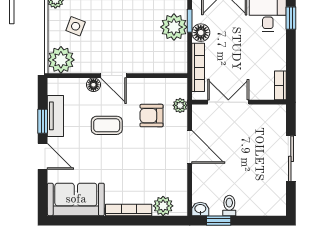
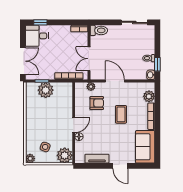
floor lamp: (201, 33) -> (49, 75), removed
armchair: (152, 116) -> (97, 103), turned -90
toilet: (277, 119) -> (99, 30), added
window: (43, 121) -> (100, 166), removed
coffee table: (107, 125) -> (121, 114), moved
door: (190, 147) -> (115, 81), hinge flipped
door: (43, 156) -> (120, 166), swing flipped
sliding door: (291, 159) -> (134, 22), moved

